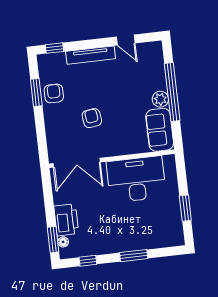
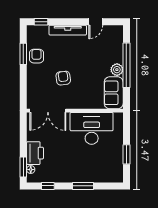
door: (126, 40) -> (96, 22), hinge flipped

